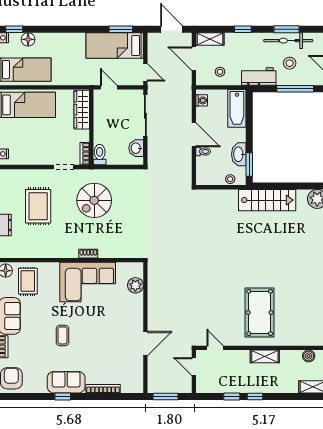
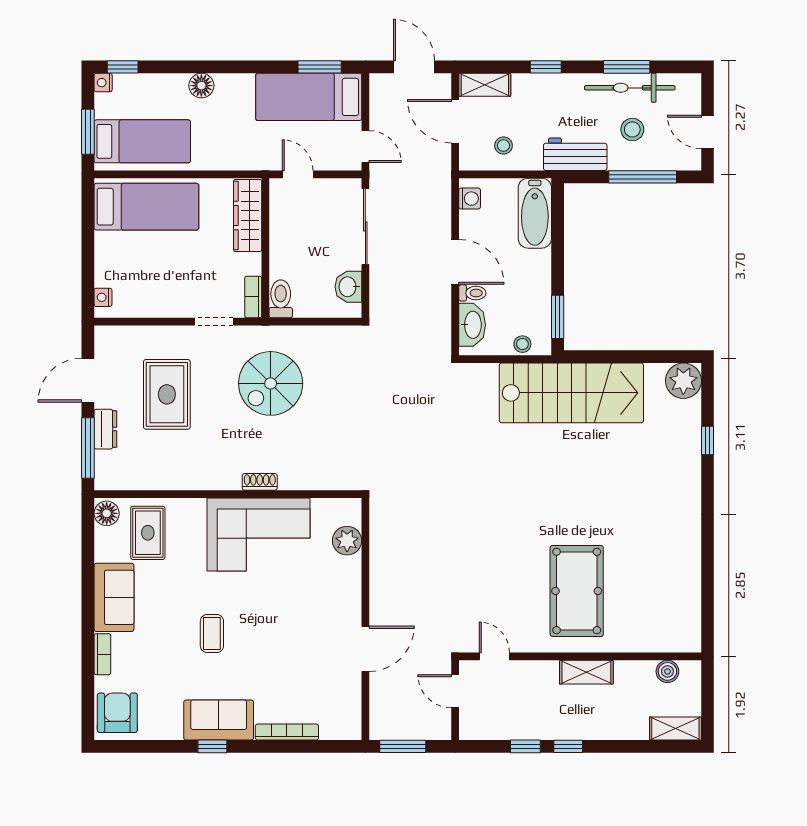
floor lamp: (28, 39) -> (201, 86), moved
washbasin: (239, 154) -> (472, 325), moved, turned 180
stairs: (267, 200) -> (571, 393), width x1.36, depth x1.51

